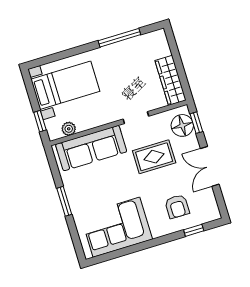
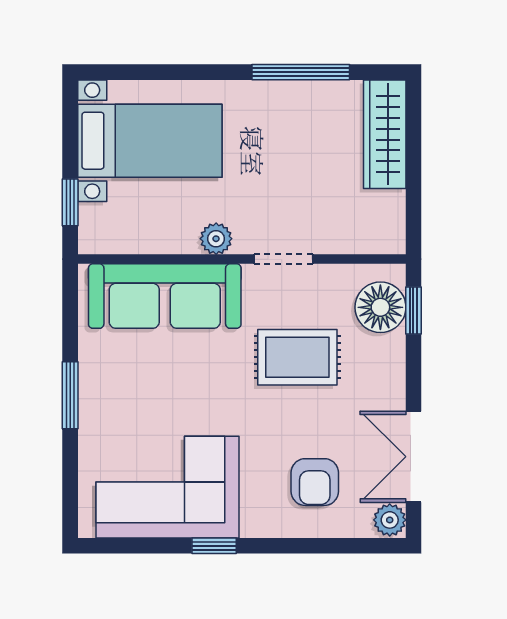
wardrobe: (171, 80) -> (385, 134), moved
plant: (69, 129) -> (216, 239), moved
double door: (210, 166) -> (413, 457), moved
plant: (213, 213) -> (390, 520), added
window: (194, 230) -> (214, 546), moved

